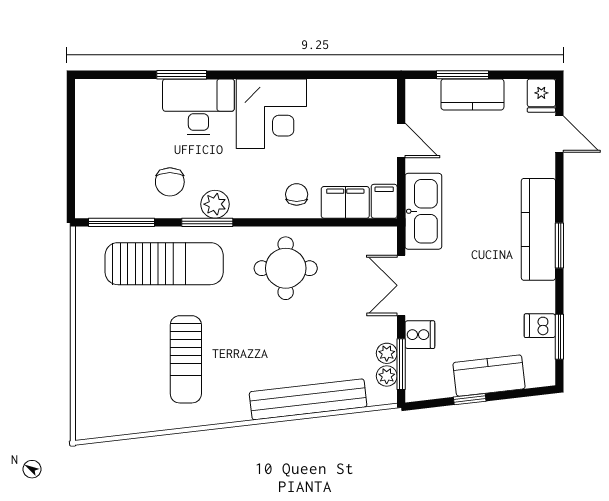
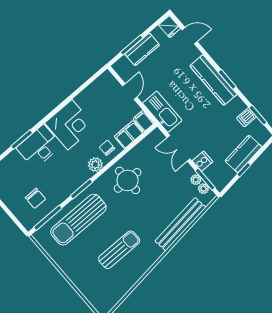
door: (401, 140) -> (130, 91), hinge flipped
chair: (170, 182) -> (35, 198), moved
plant: (215, 204) -> (95, 165), moved
sun lounger: (164, 264) -> (78, 220), turned 180
sun lounger: (186, 359) -> (119, 250), turned -90

